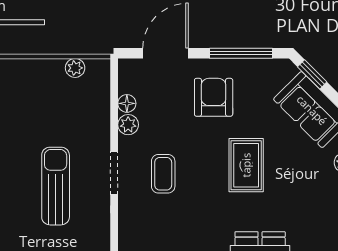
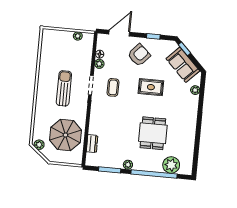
window: (241, 53) -> (153, 36), width x0.46
armchair: (214, 97) -> (139, 55), turned 42
rug: (246, 165) -> (151, 87), turned 90

